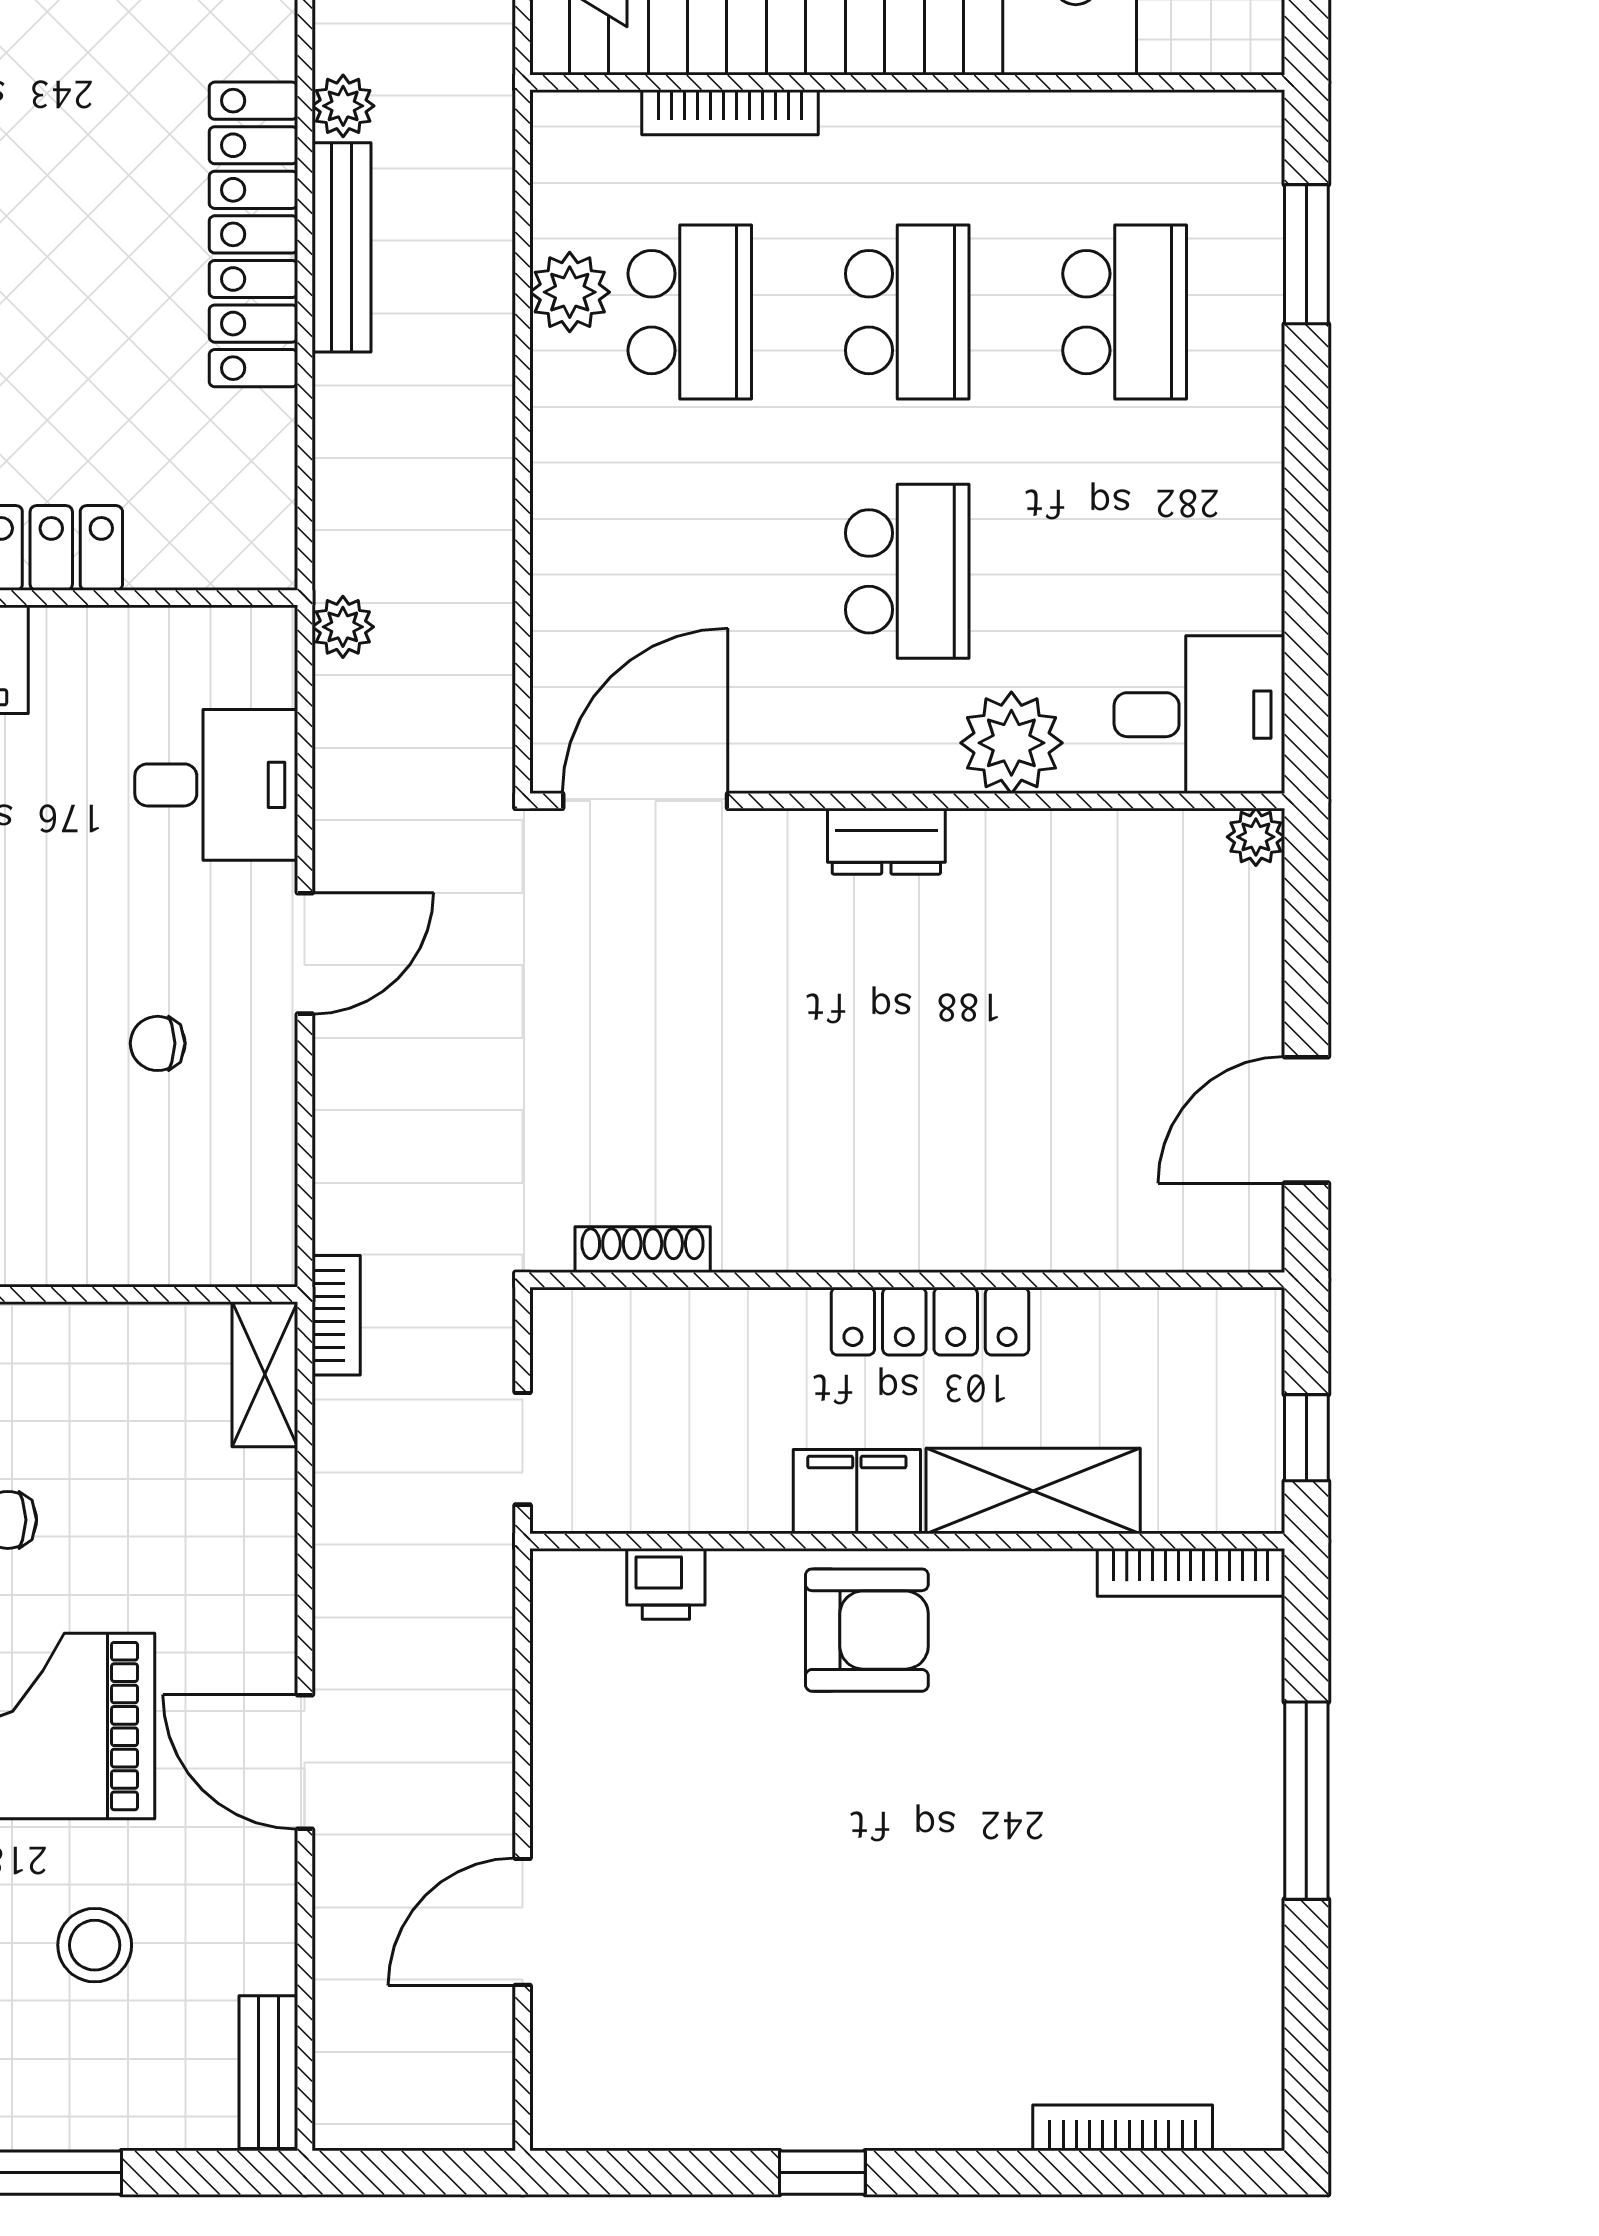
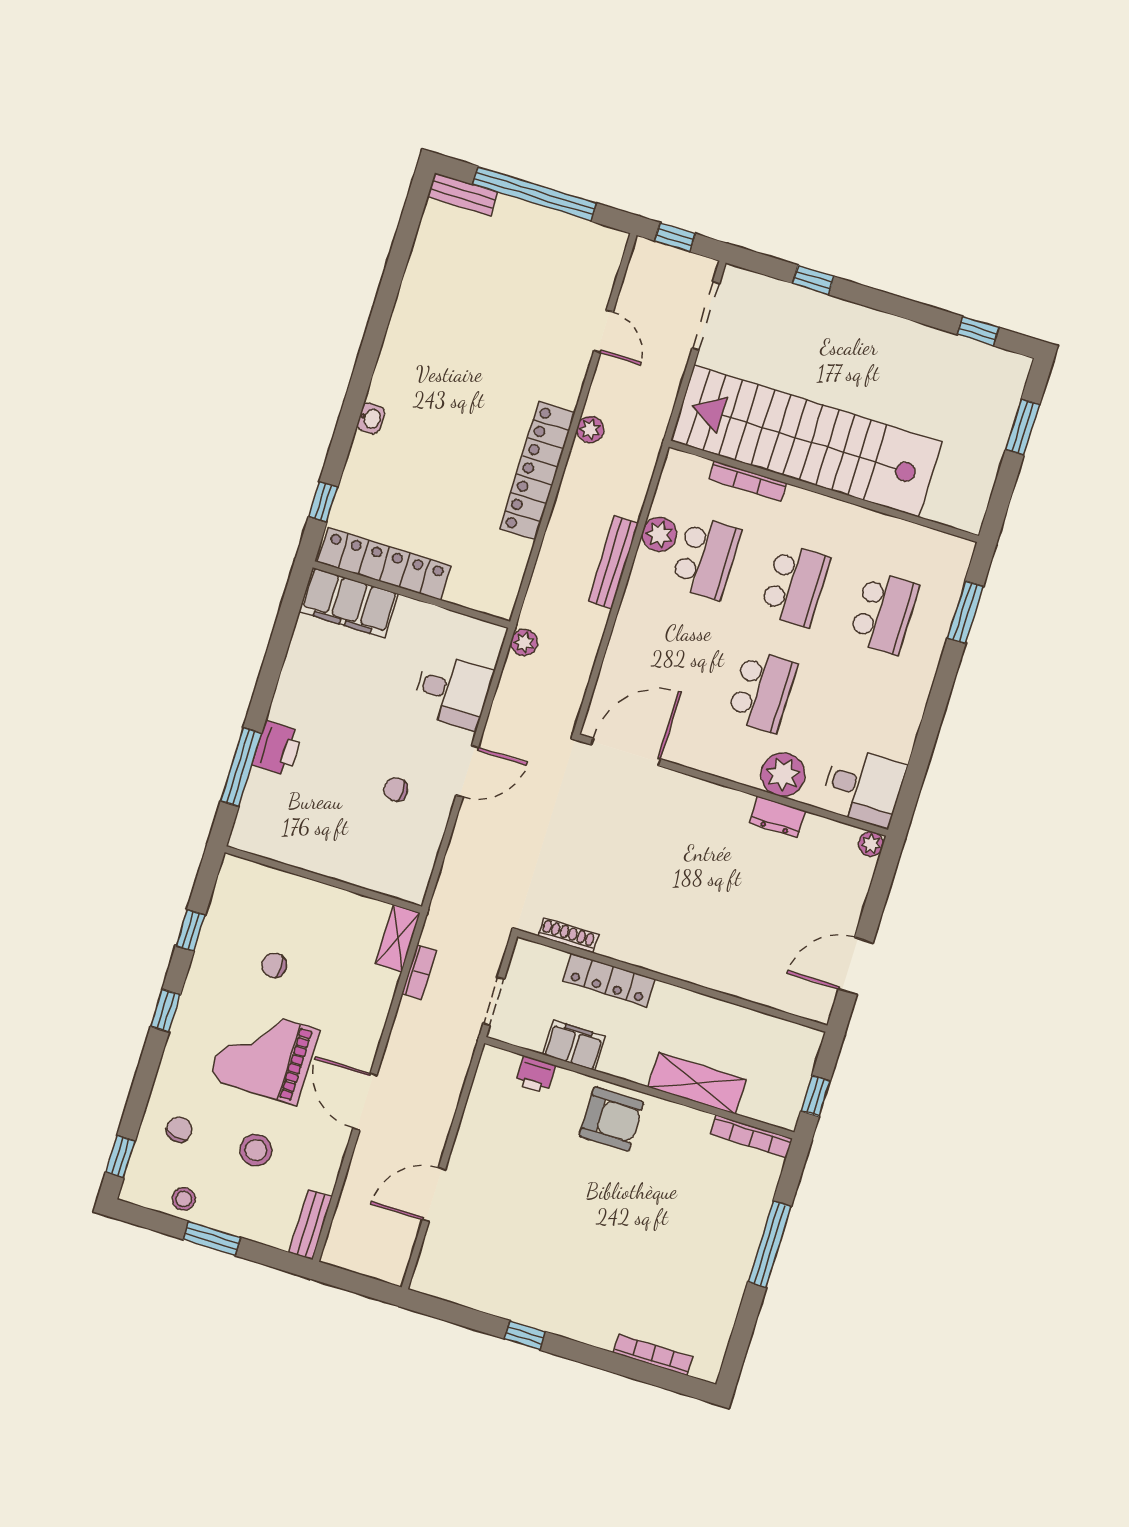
bench: (341, 247) -> (613, 562), moved
dresser: (886, 841) -> (777, 817), moved
bookcase: (336, 1315) -> (419, 972), moved
locker: (930, 1321) -> (609, 980), moved
filing cabinet: (857, 1492) -> (574, 1045), moved

